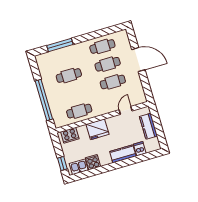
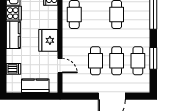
window: (97, 34) -> (153, 58), added
fridge: (98, 129) -> (48, 40), moved
kitchen counter: (123, 154) -> (13, 35), moved

